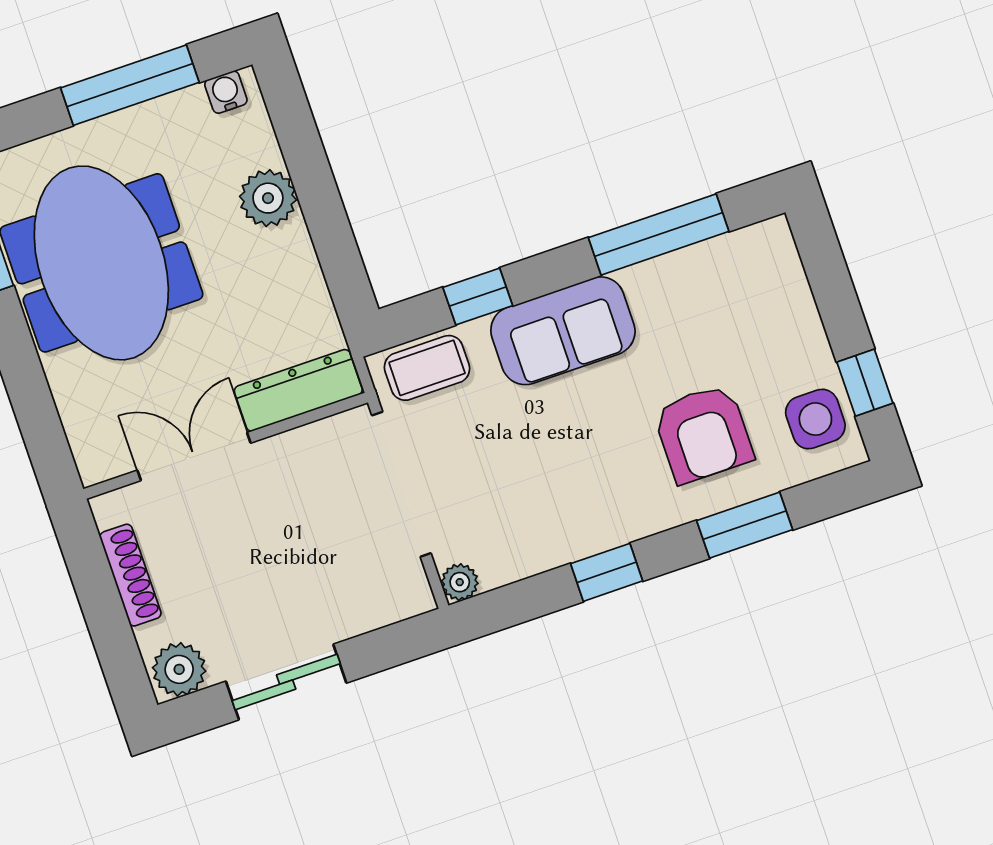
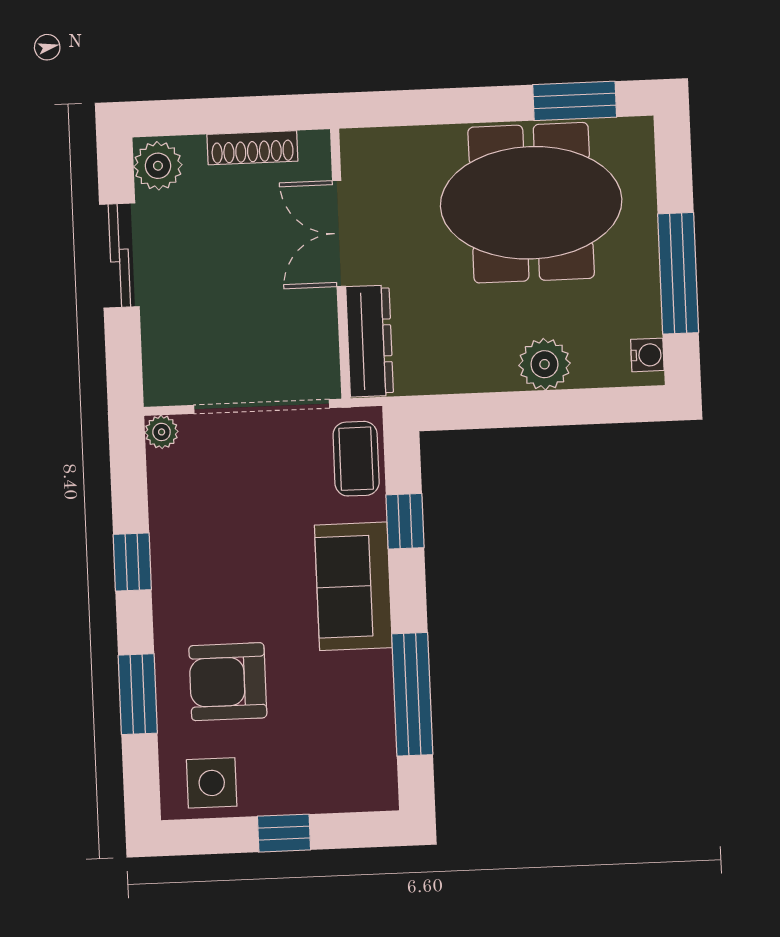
window: (865, 383) -> (284, 833), moved
double door: (194, 457) -> (339, 233), swing flipped

